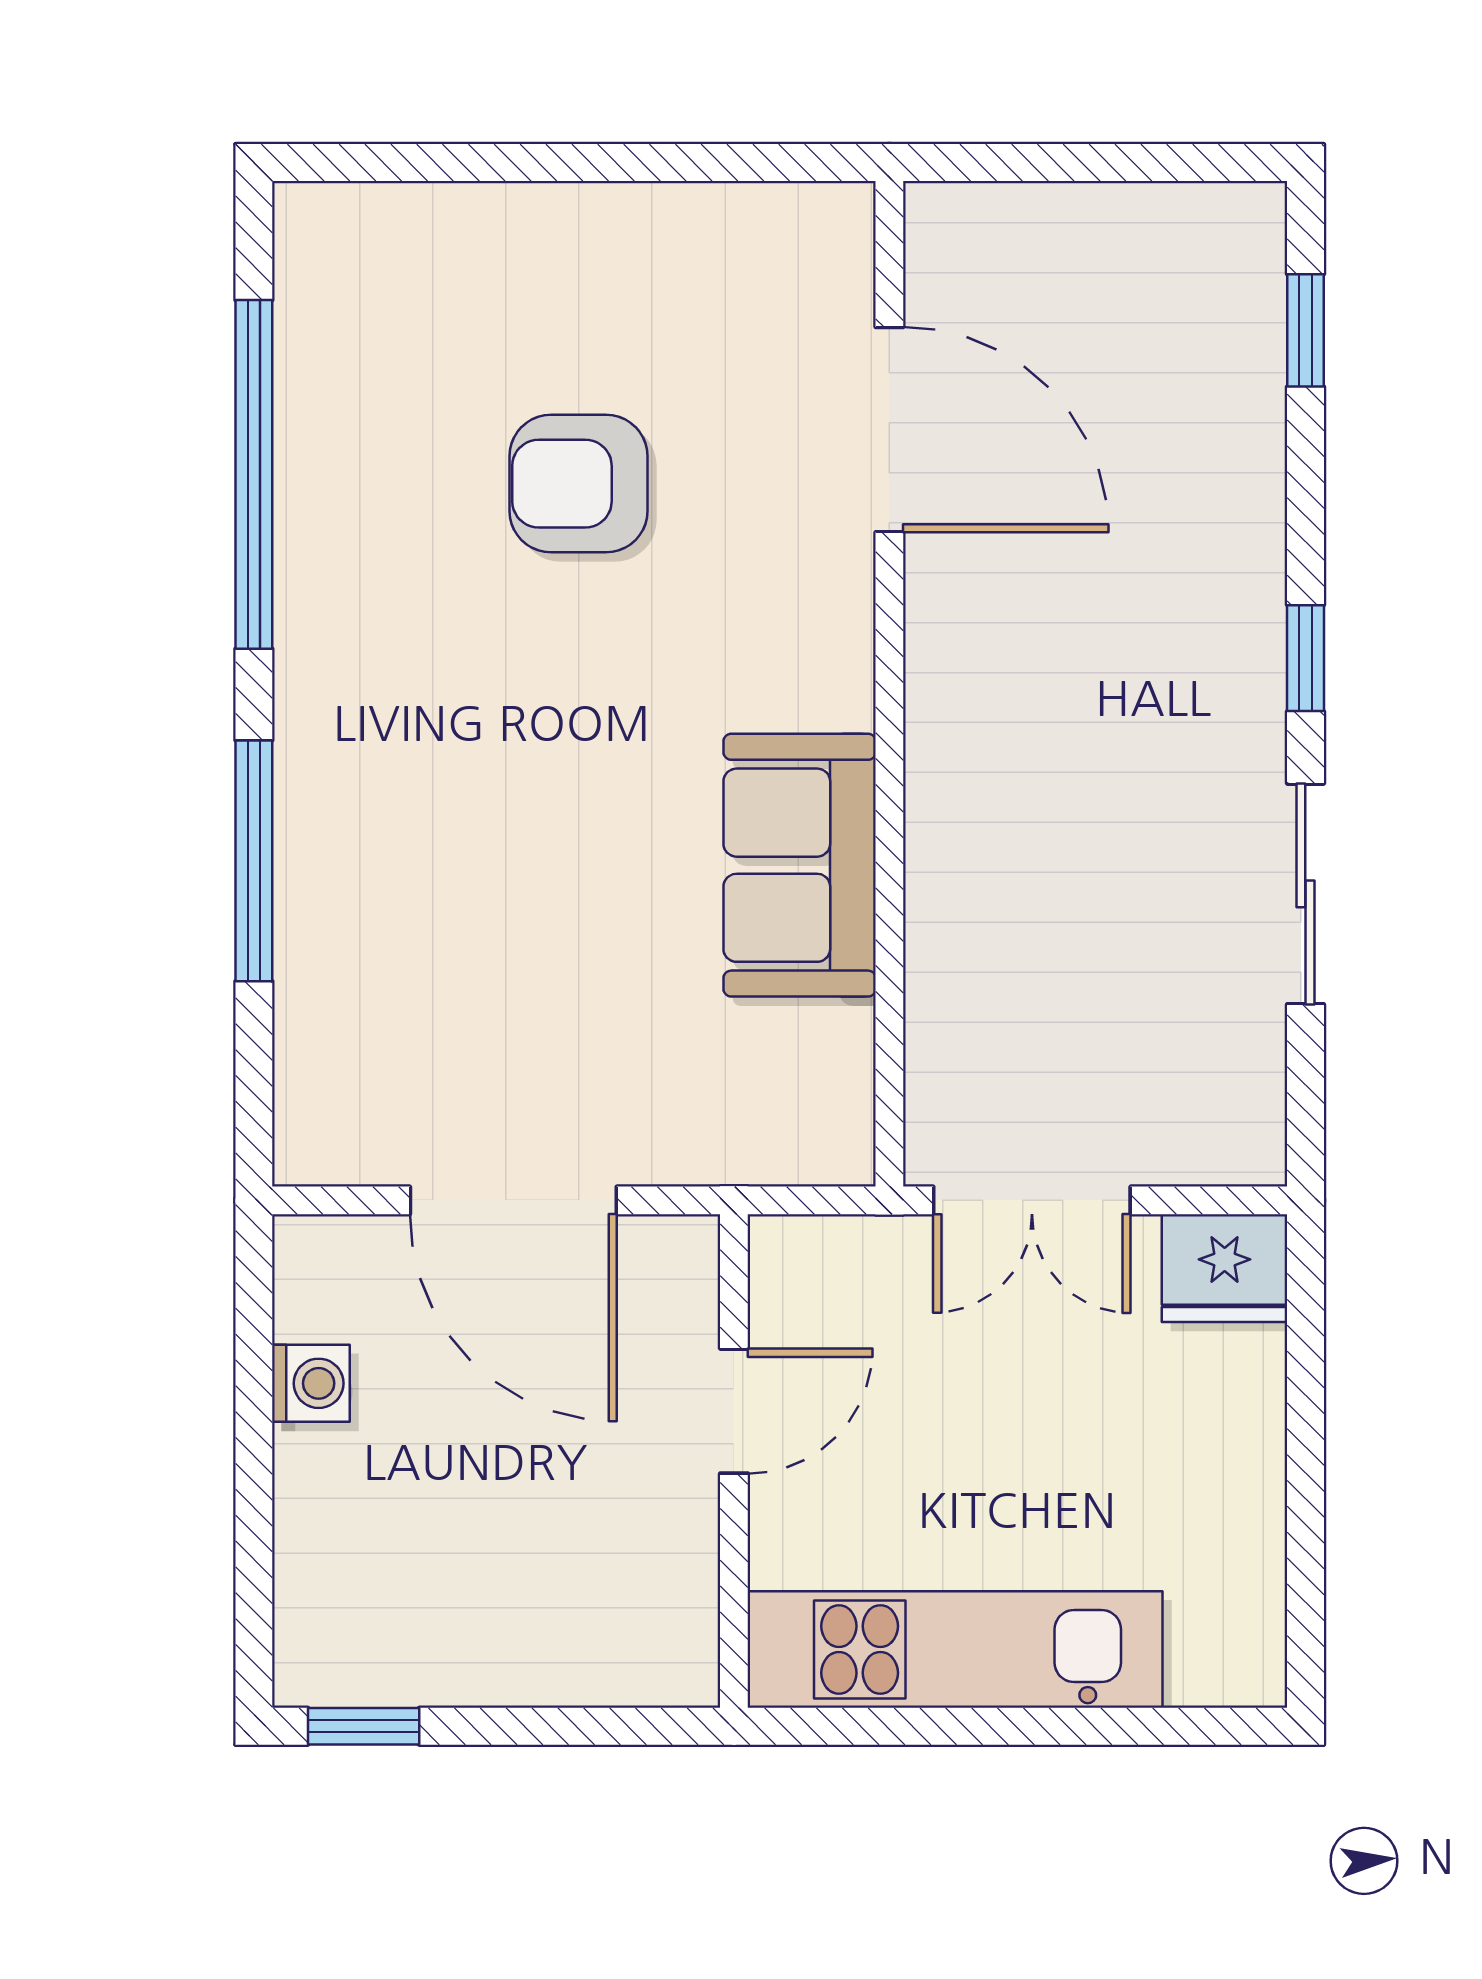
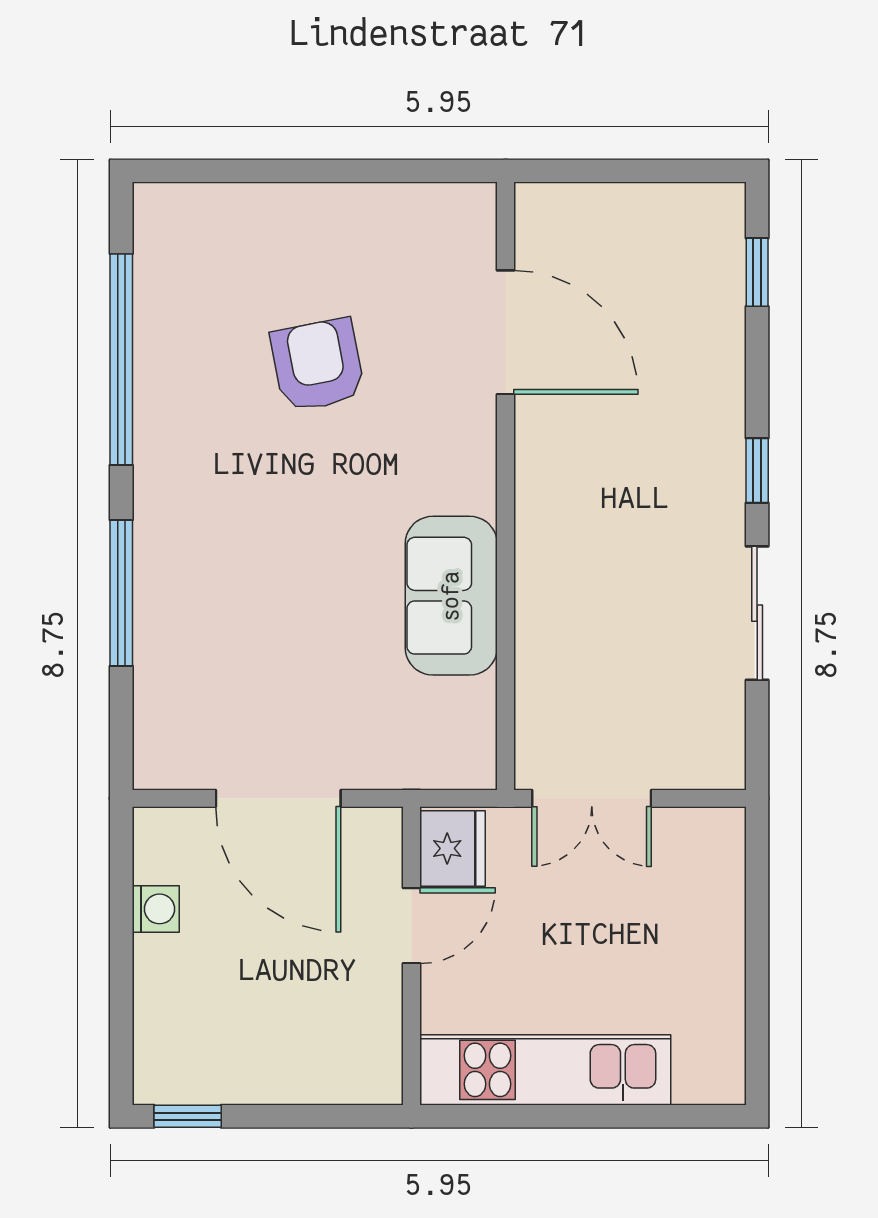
armchair: (578, 484) -> (318, 365), turned 79
fridge: (1225, 1268) -> (452, 848), moved, turned -90

